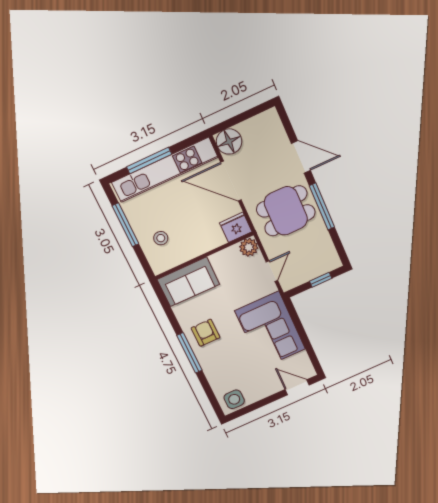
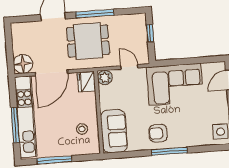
dining table: (286, 211) -> (88, 41), turned 90
stool: (161, 238) -> (82, 129), moved

